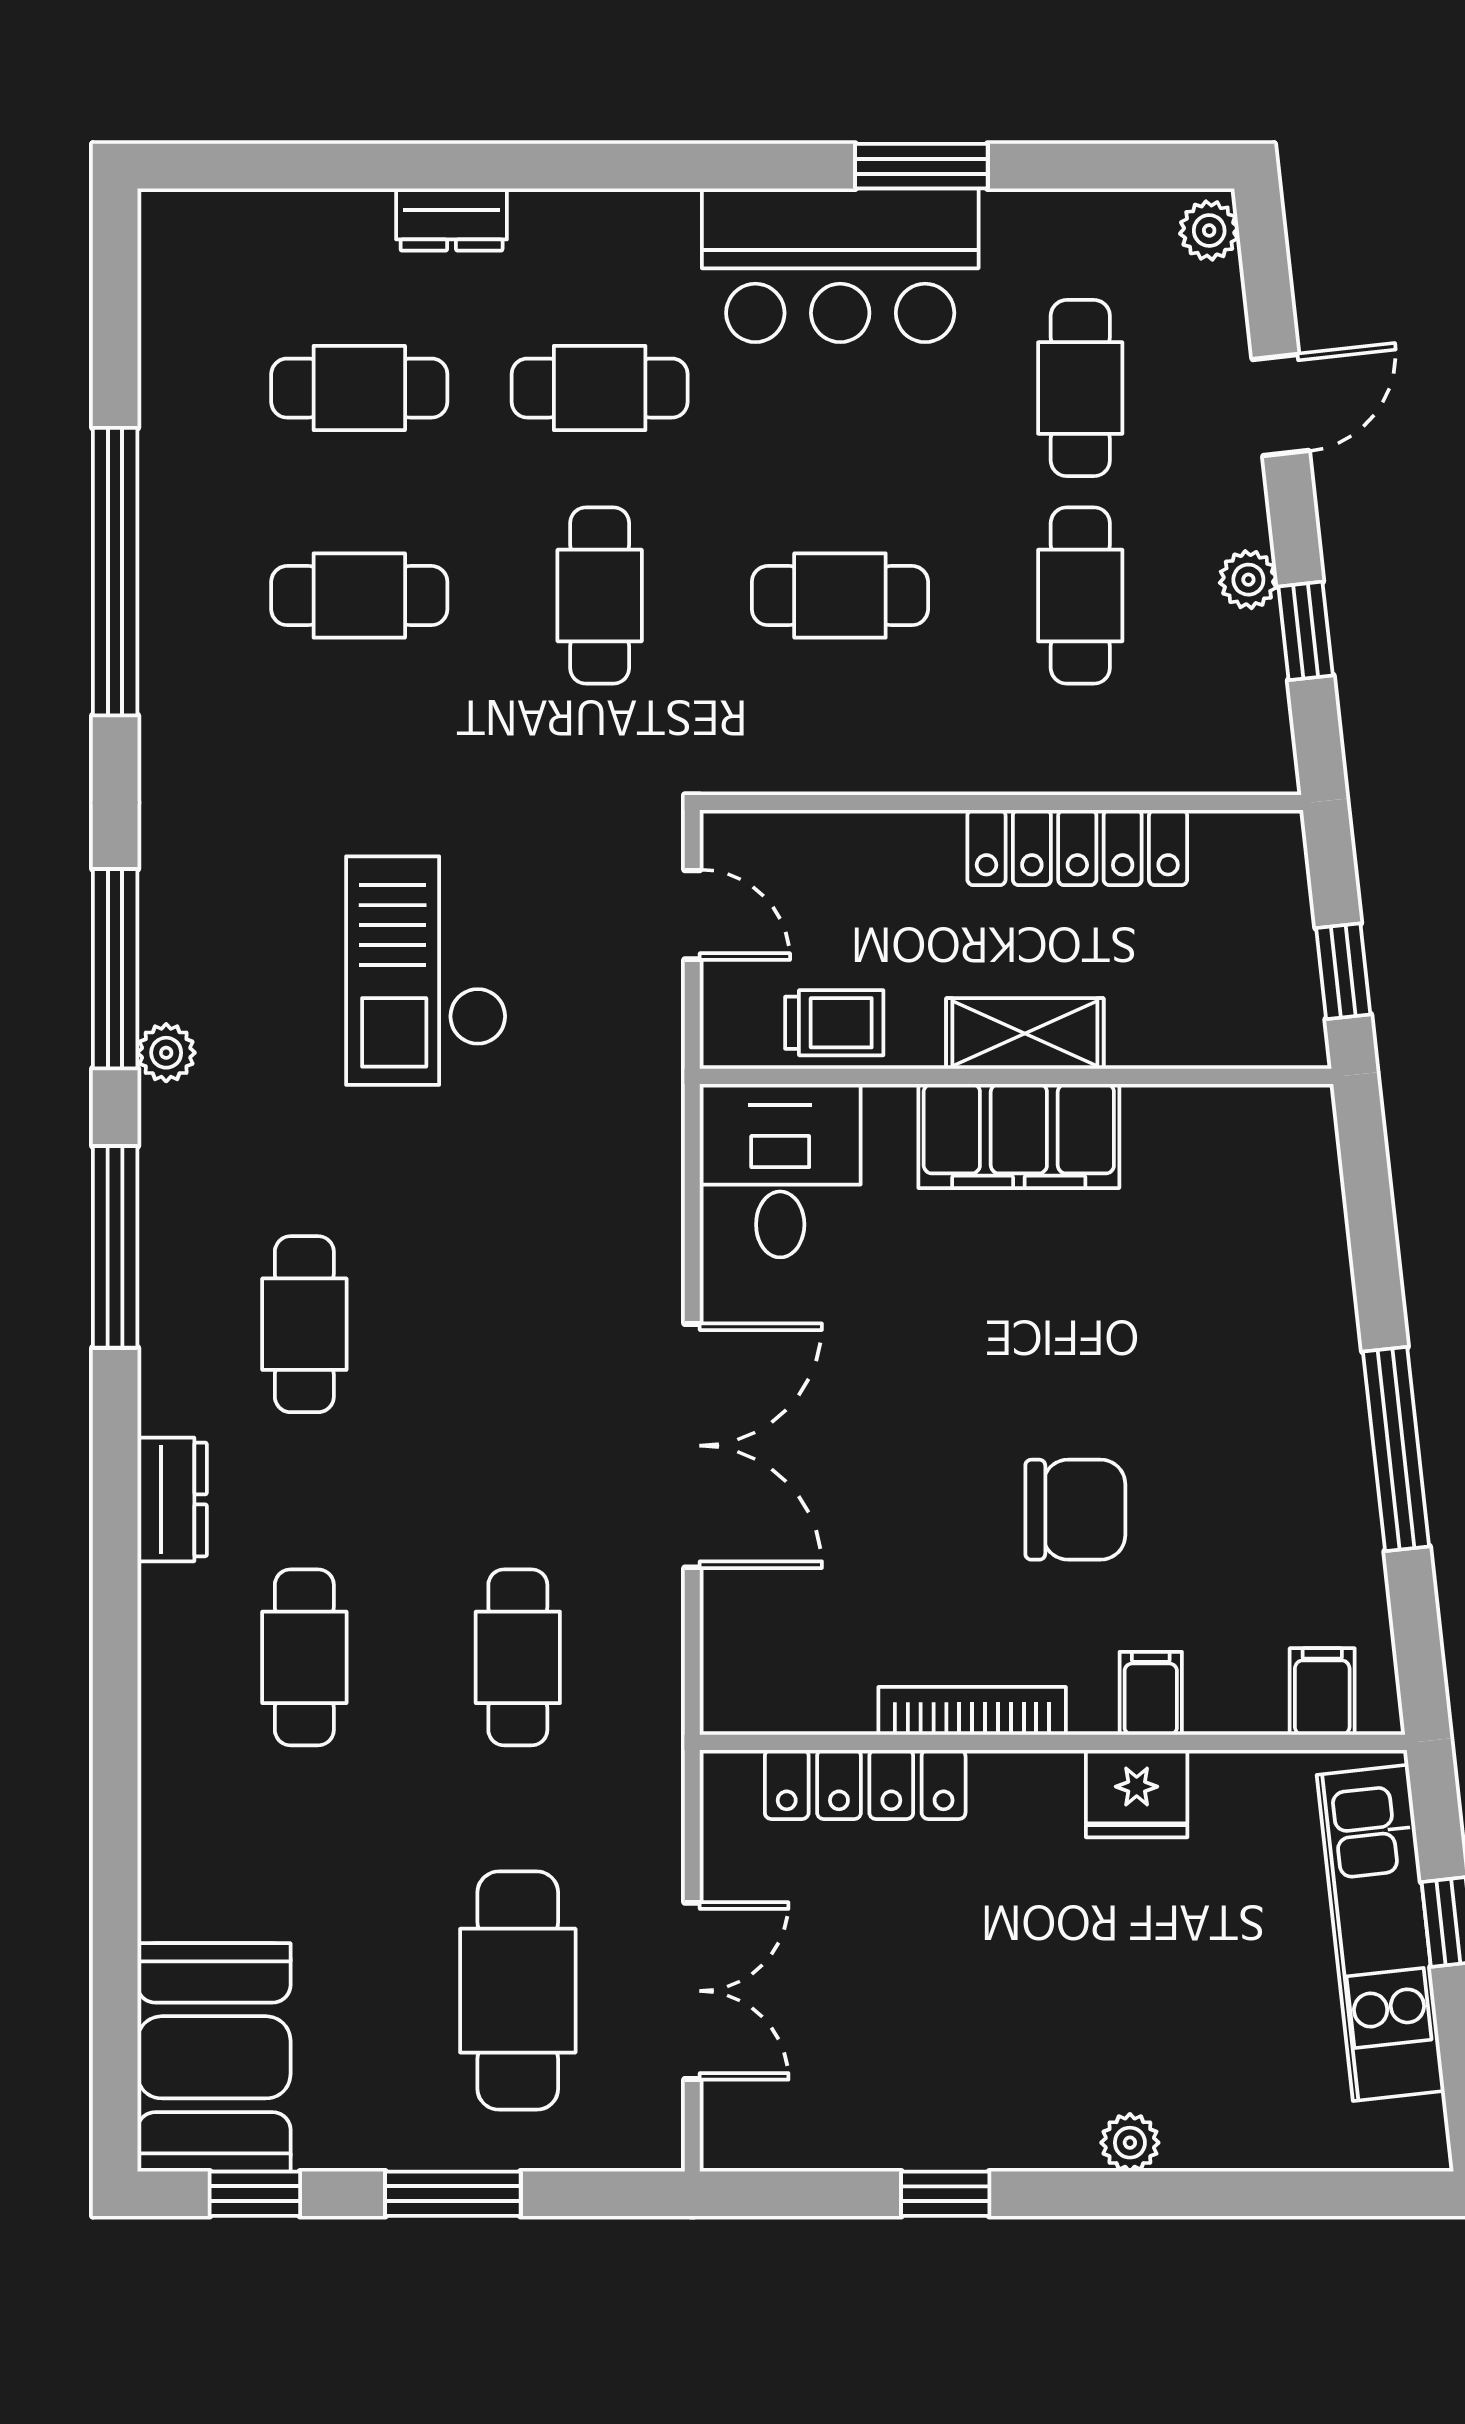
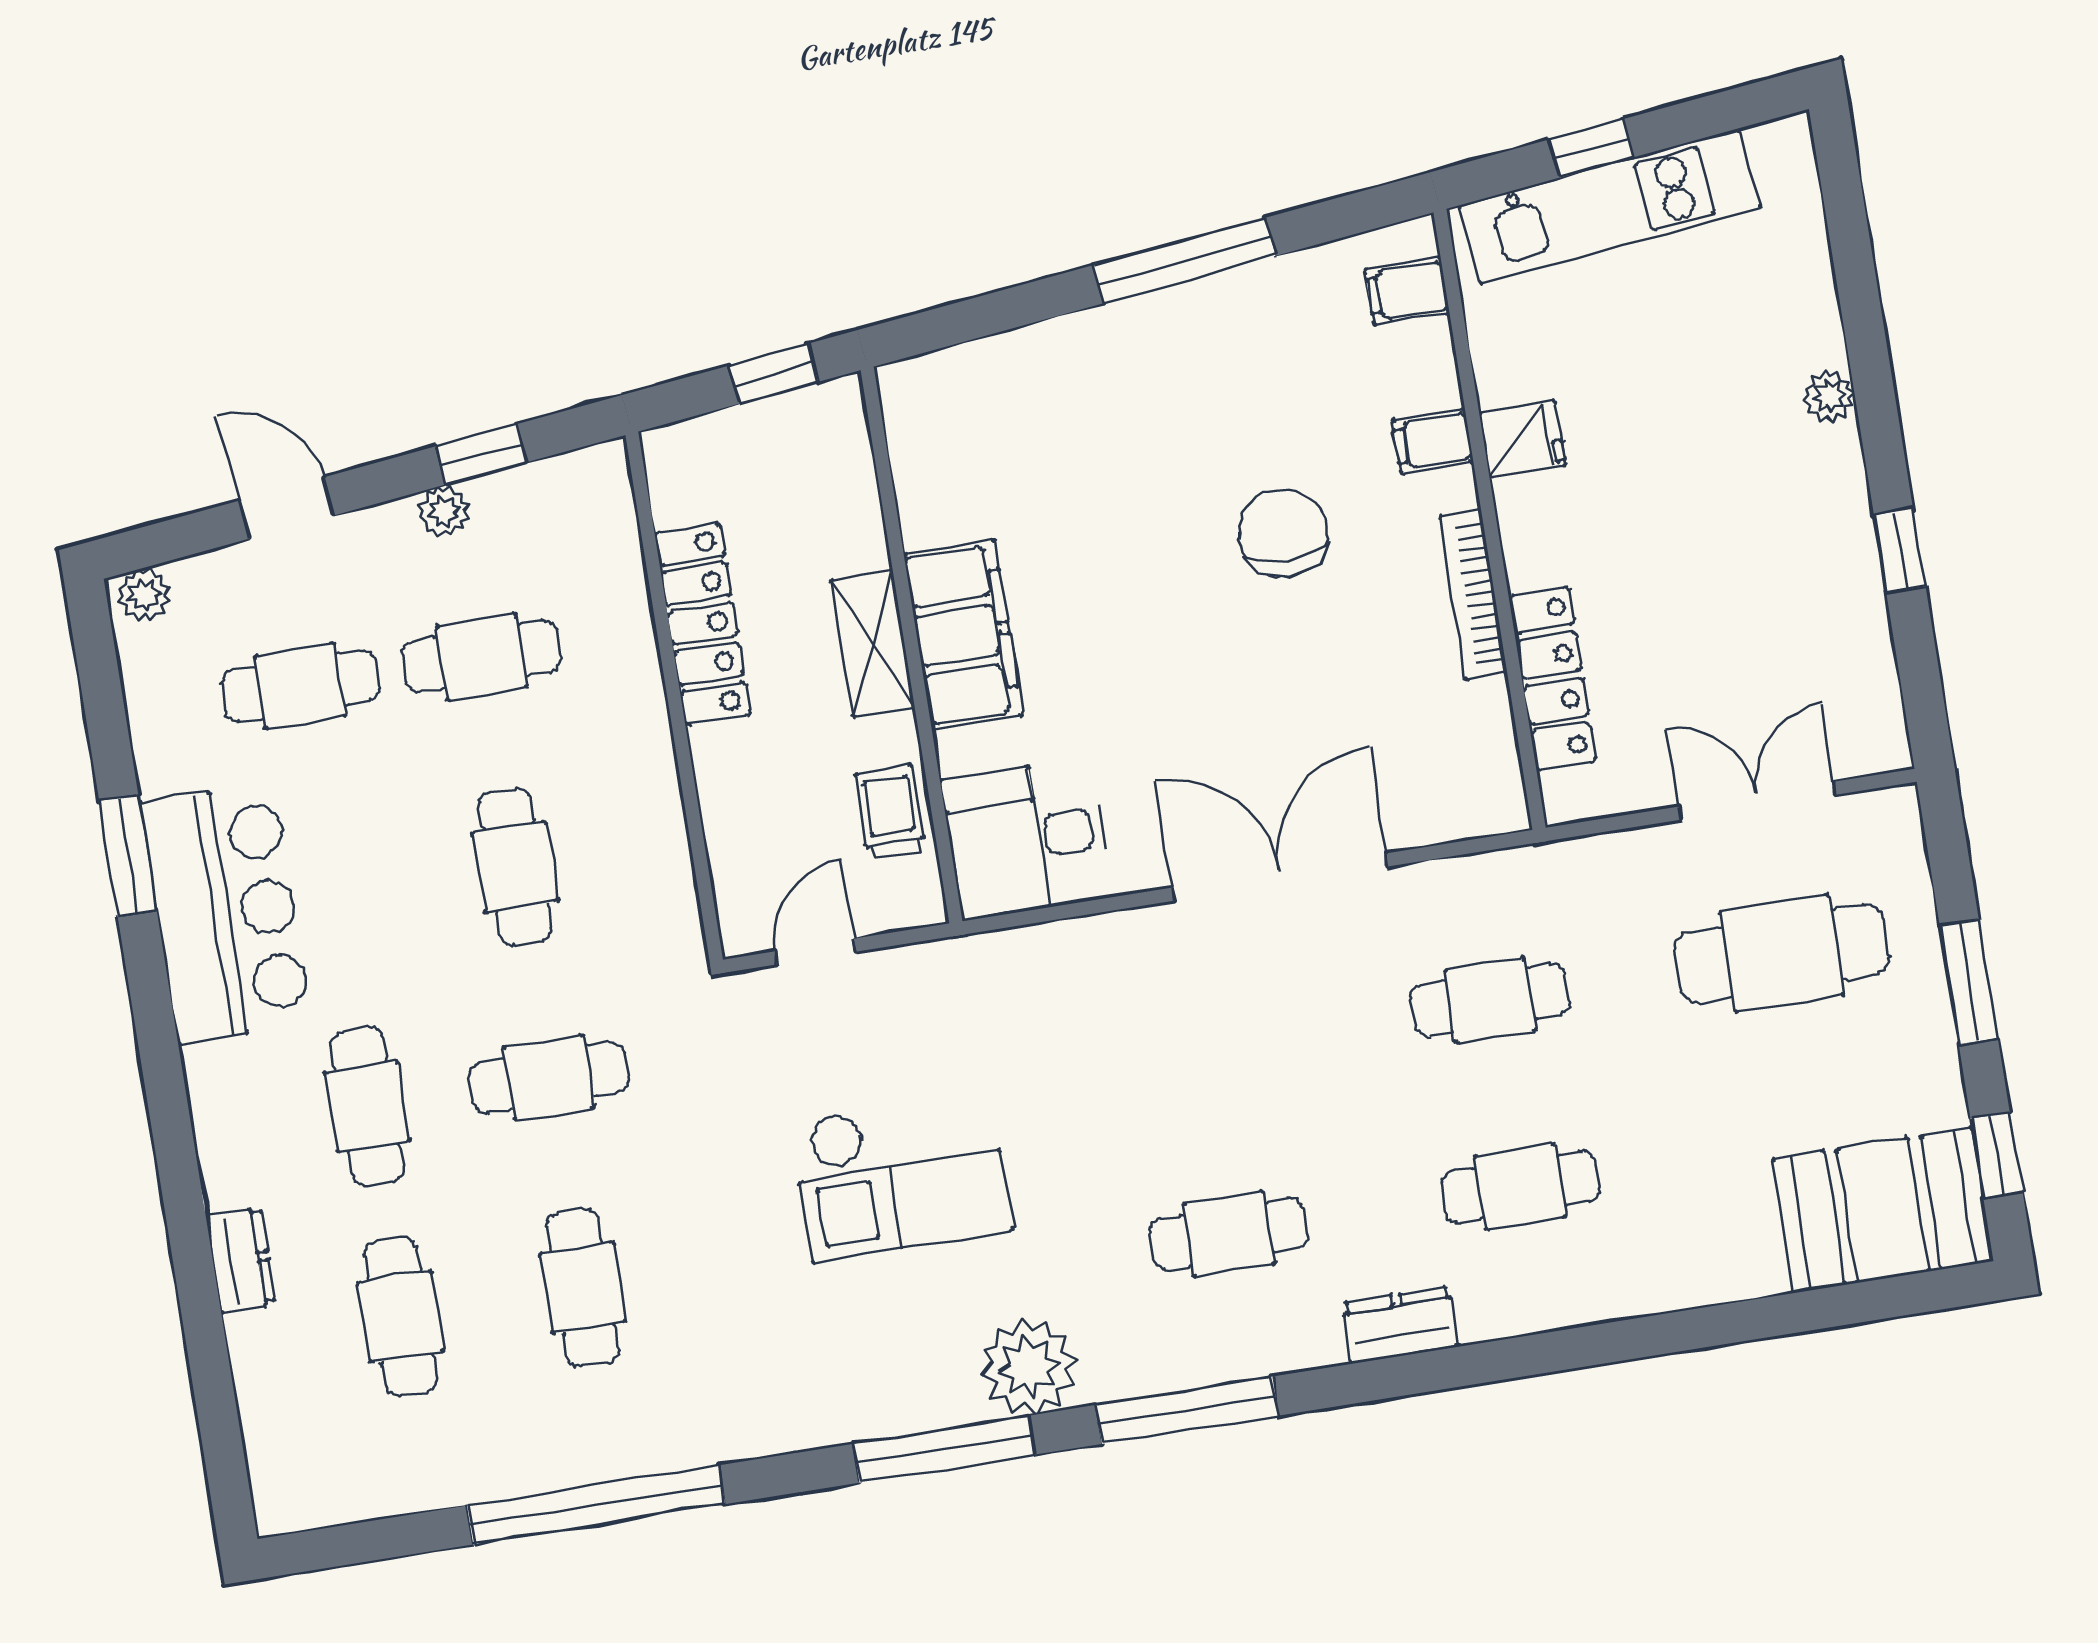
plant: (166, 1053) -> (1029, 1367), width x1.88, depth x1.88
fridge: (1137, 1794) -> (1522, 439), width x0.72

